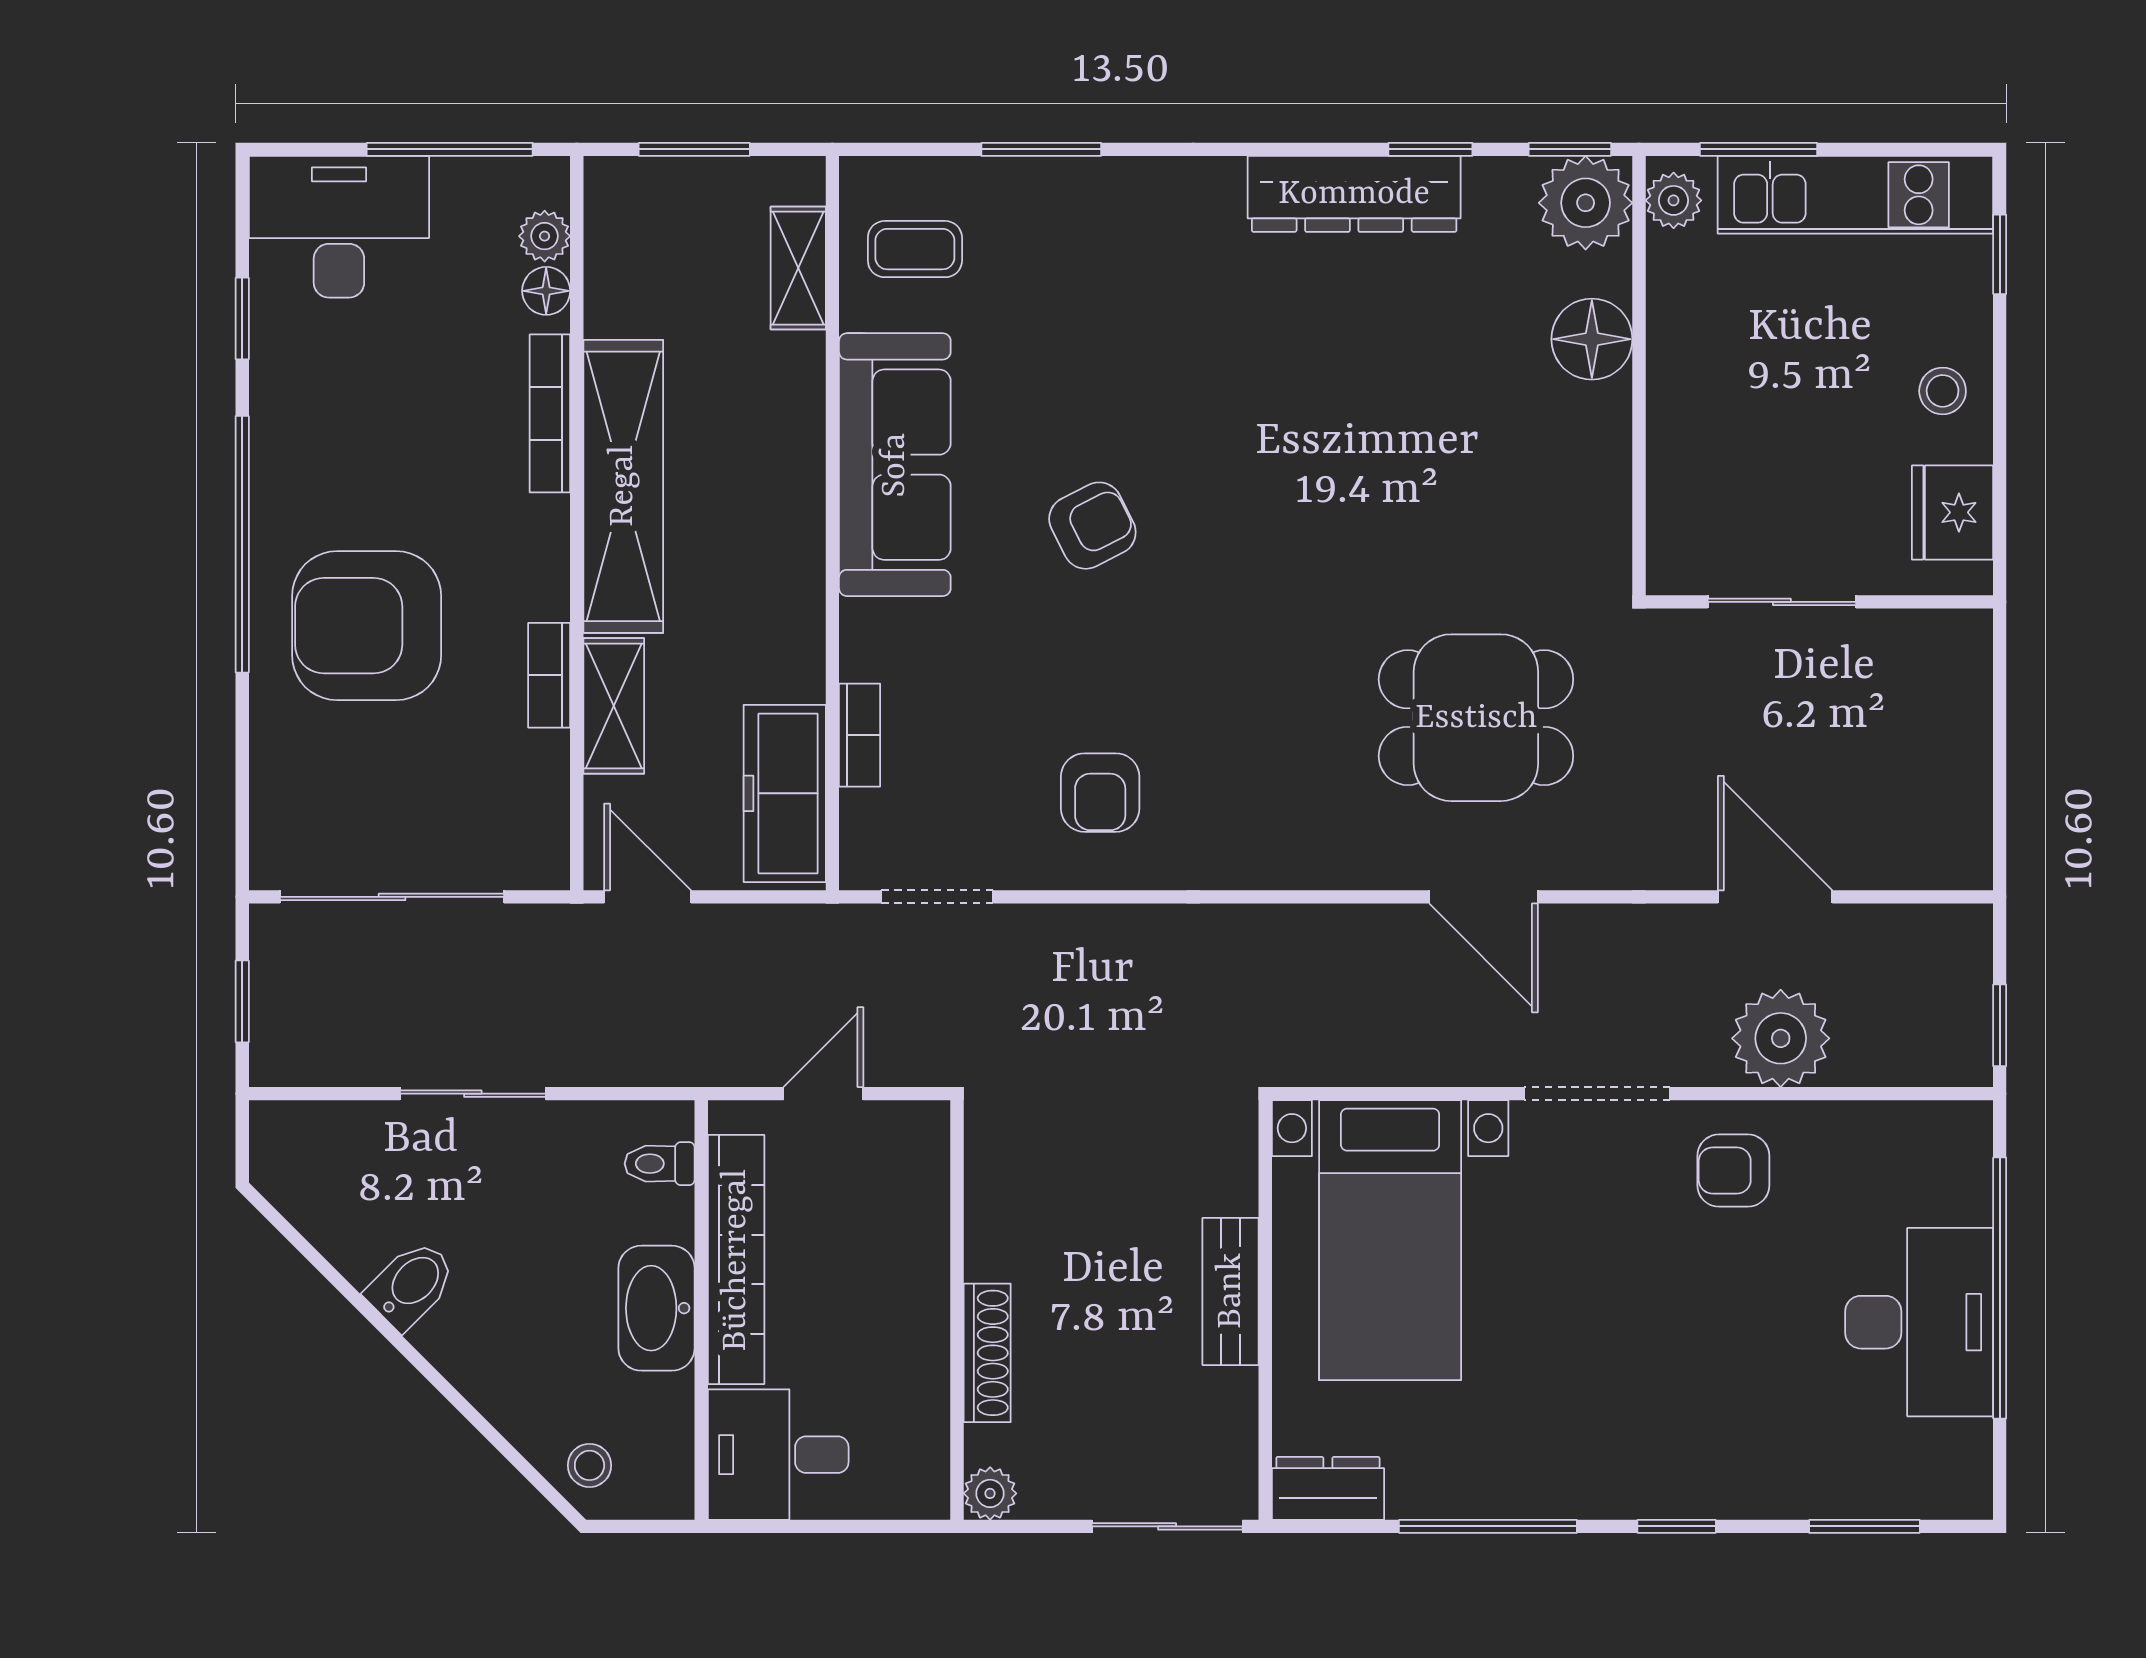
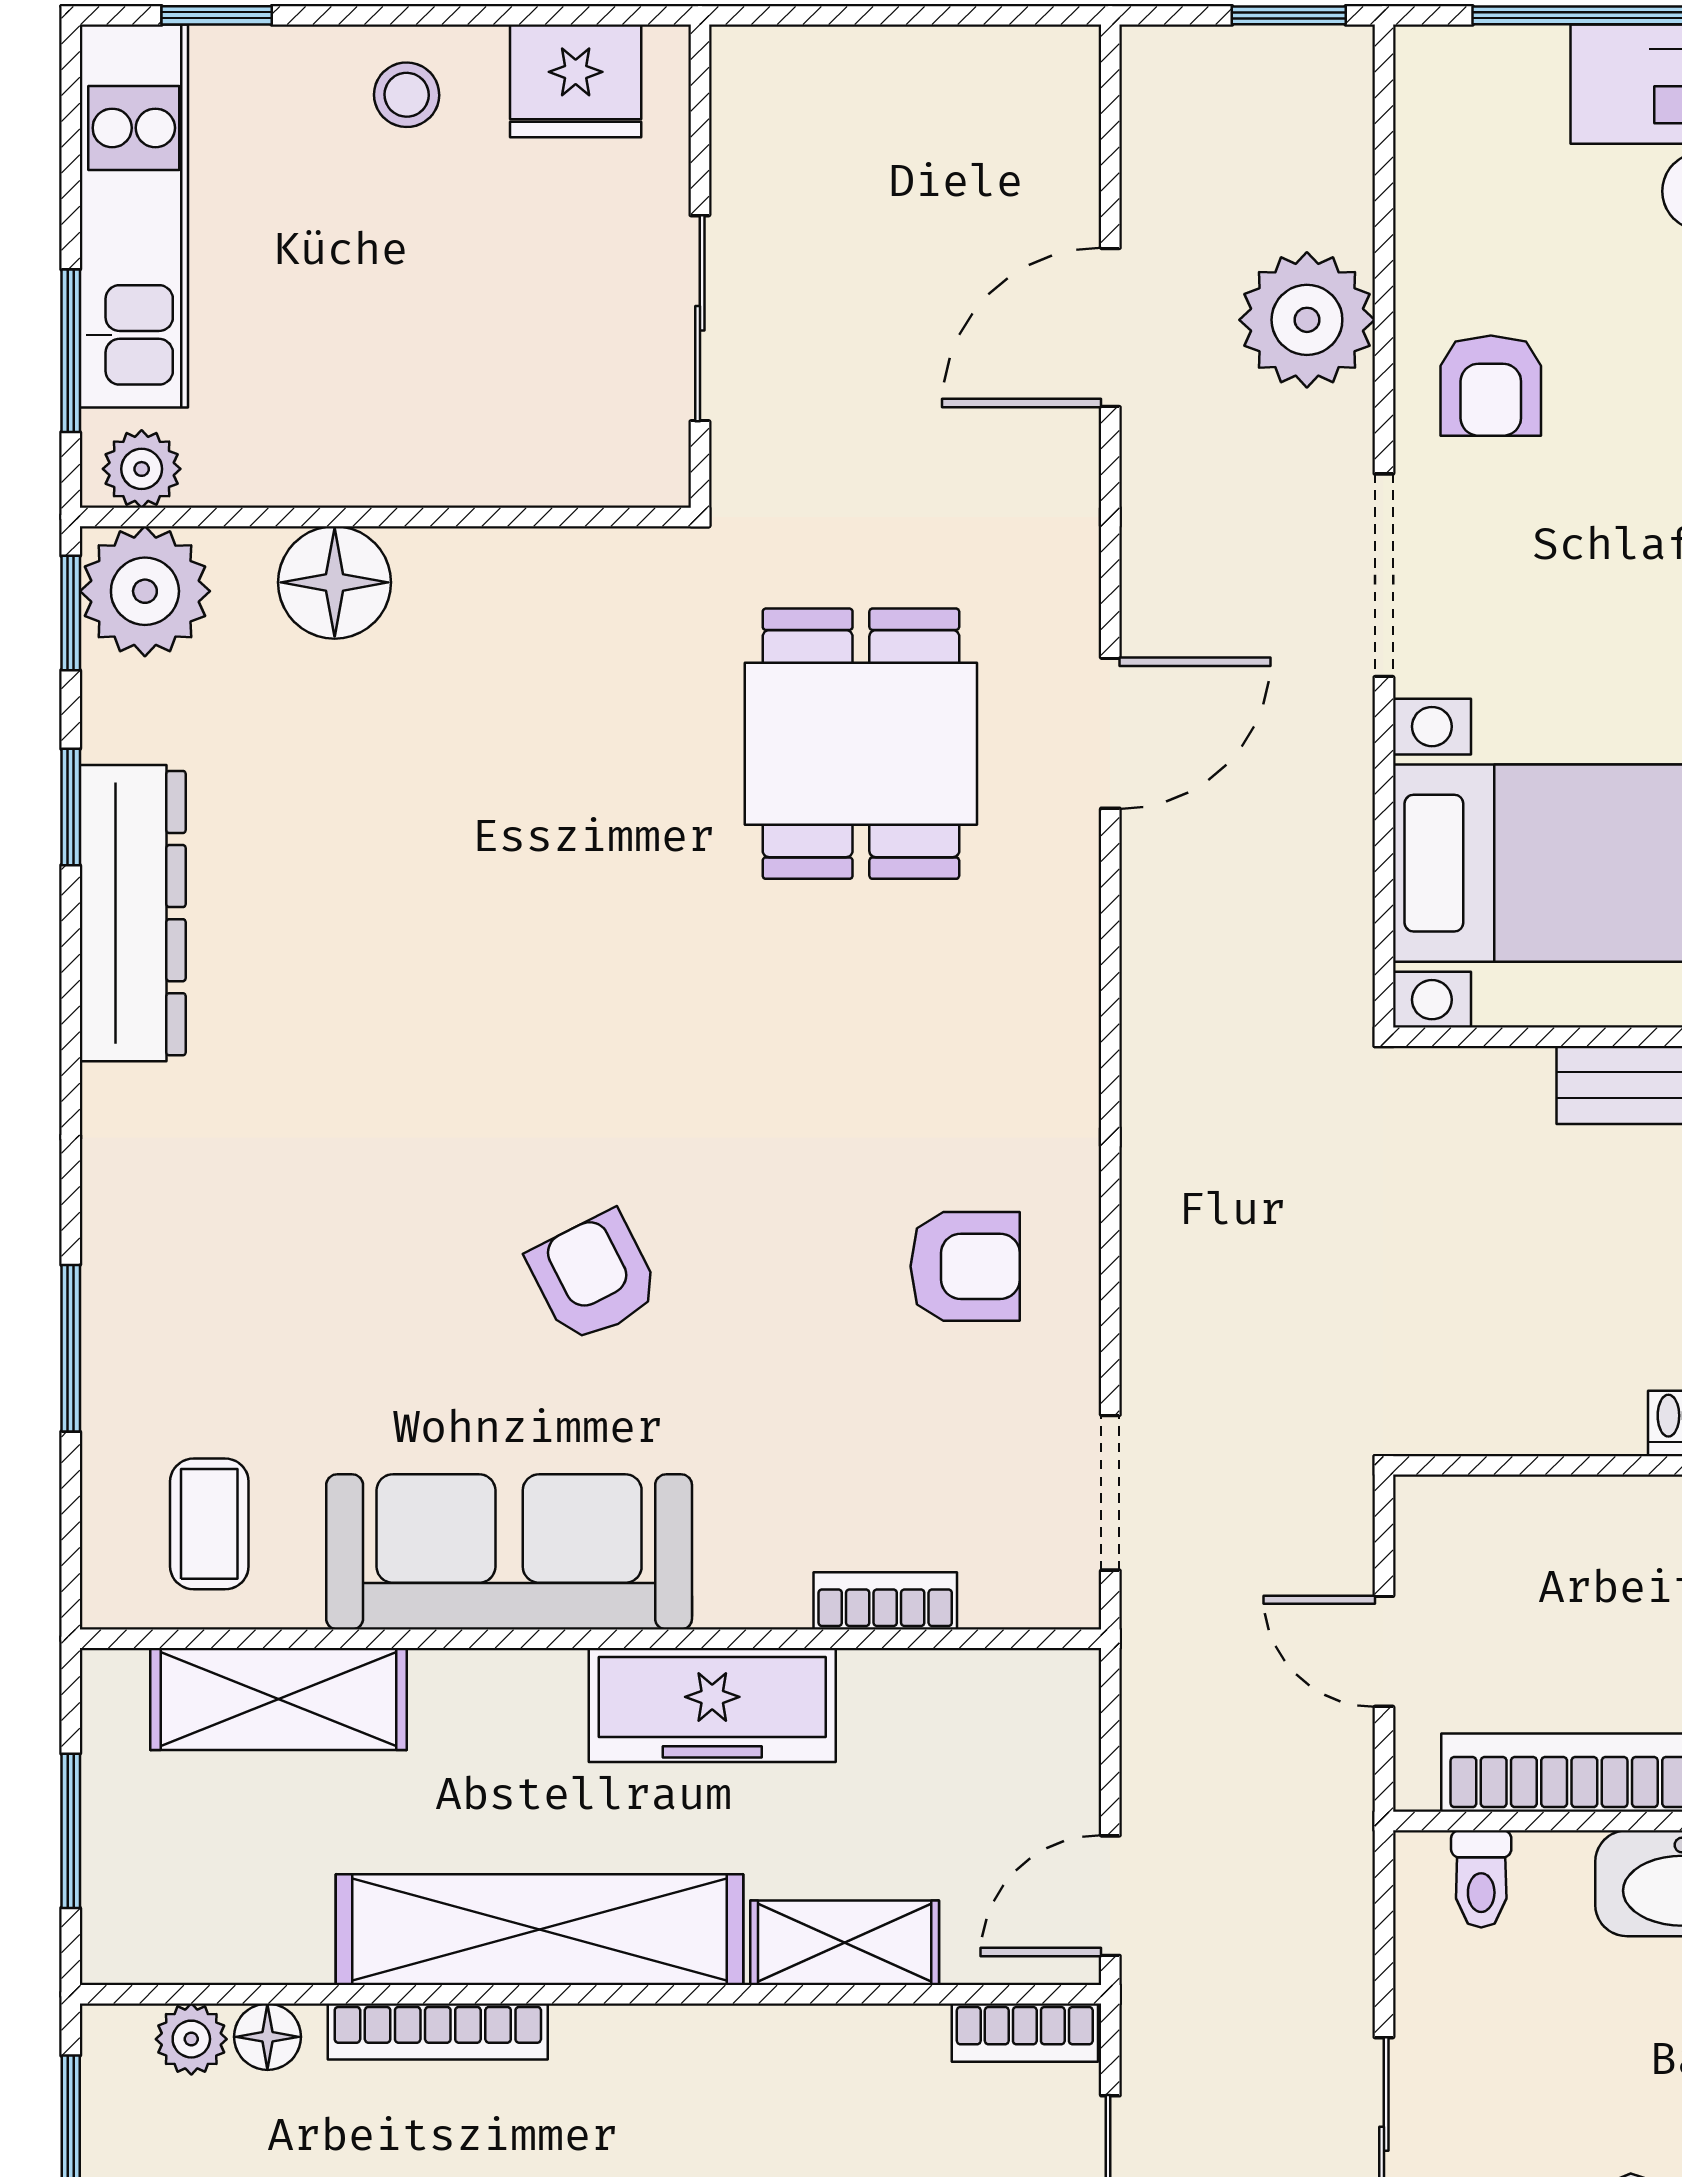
shelving: (798, 268) -> (278, 1699), width x1.50, depth x1.33
bookcase: (549, 675) -> (1025, 2033), moved
freezer: (785, 793) -> (712, 1705), moved

